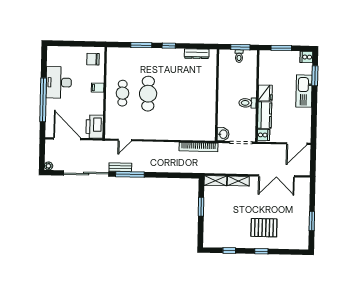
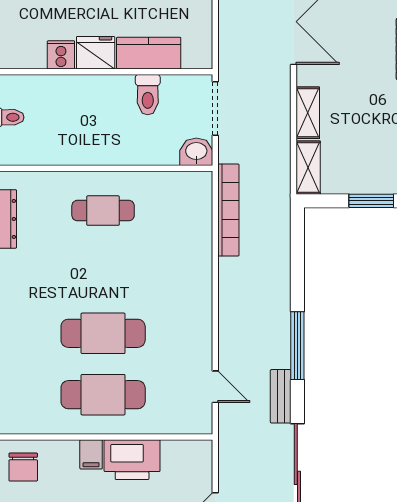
cafe table: (122, 93) -> (103, 395), width x1.37, depth x1.35
cafe table: (199, 95) -> (103, 211), added
toilet: (248, 103) -> (148, 95), moved
printer: (95, 127) -> (132, 460), moved
cooker: (263, 135) -> (61, 55), moved
window: (130, 174) -> (297, 346), moved

